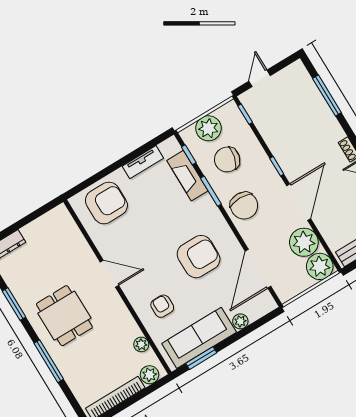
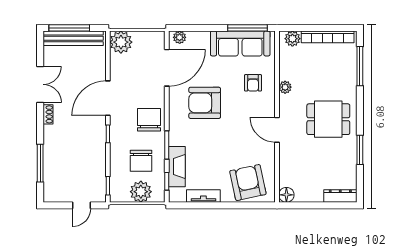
chair: (227, 159) -> (141, 161), turned 76
armchair: (106, 203) -> (248, 183), turned 78
floor lamp: (60, 214) -> (286, 195), added
plant: (304, 242) -> (122, 67), removed
dining table: (64, 316) -> (328, 119), turned 90
plant: (240, 321) -> (180, 37), moved
plant: (141, 344) -> (285, 87), moved
window: (201, 358) -> (248, 28), width x1.44
window: (49, 361) -> (360, 66), moved

